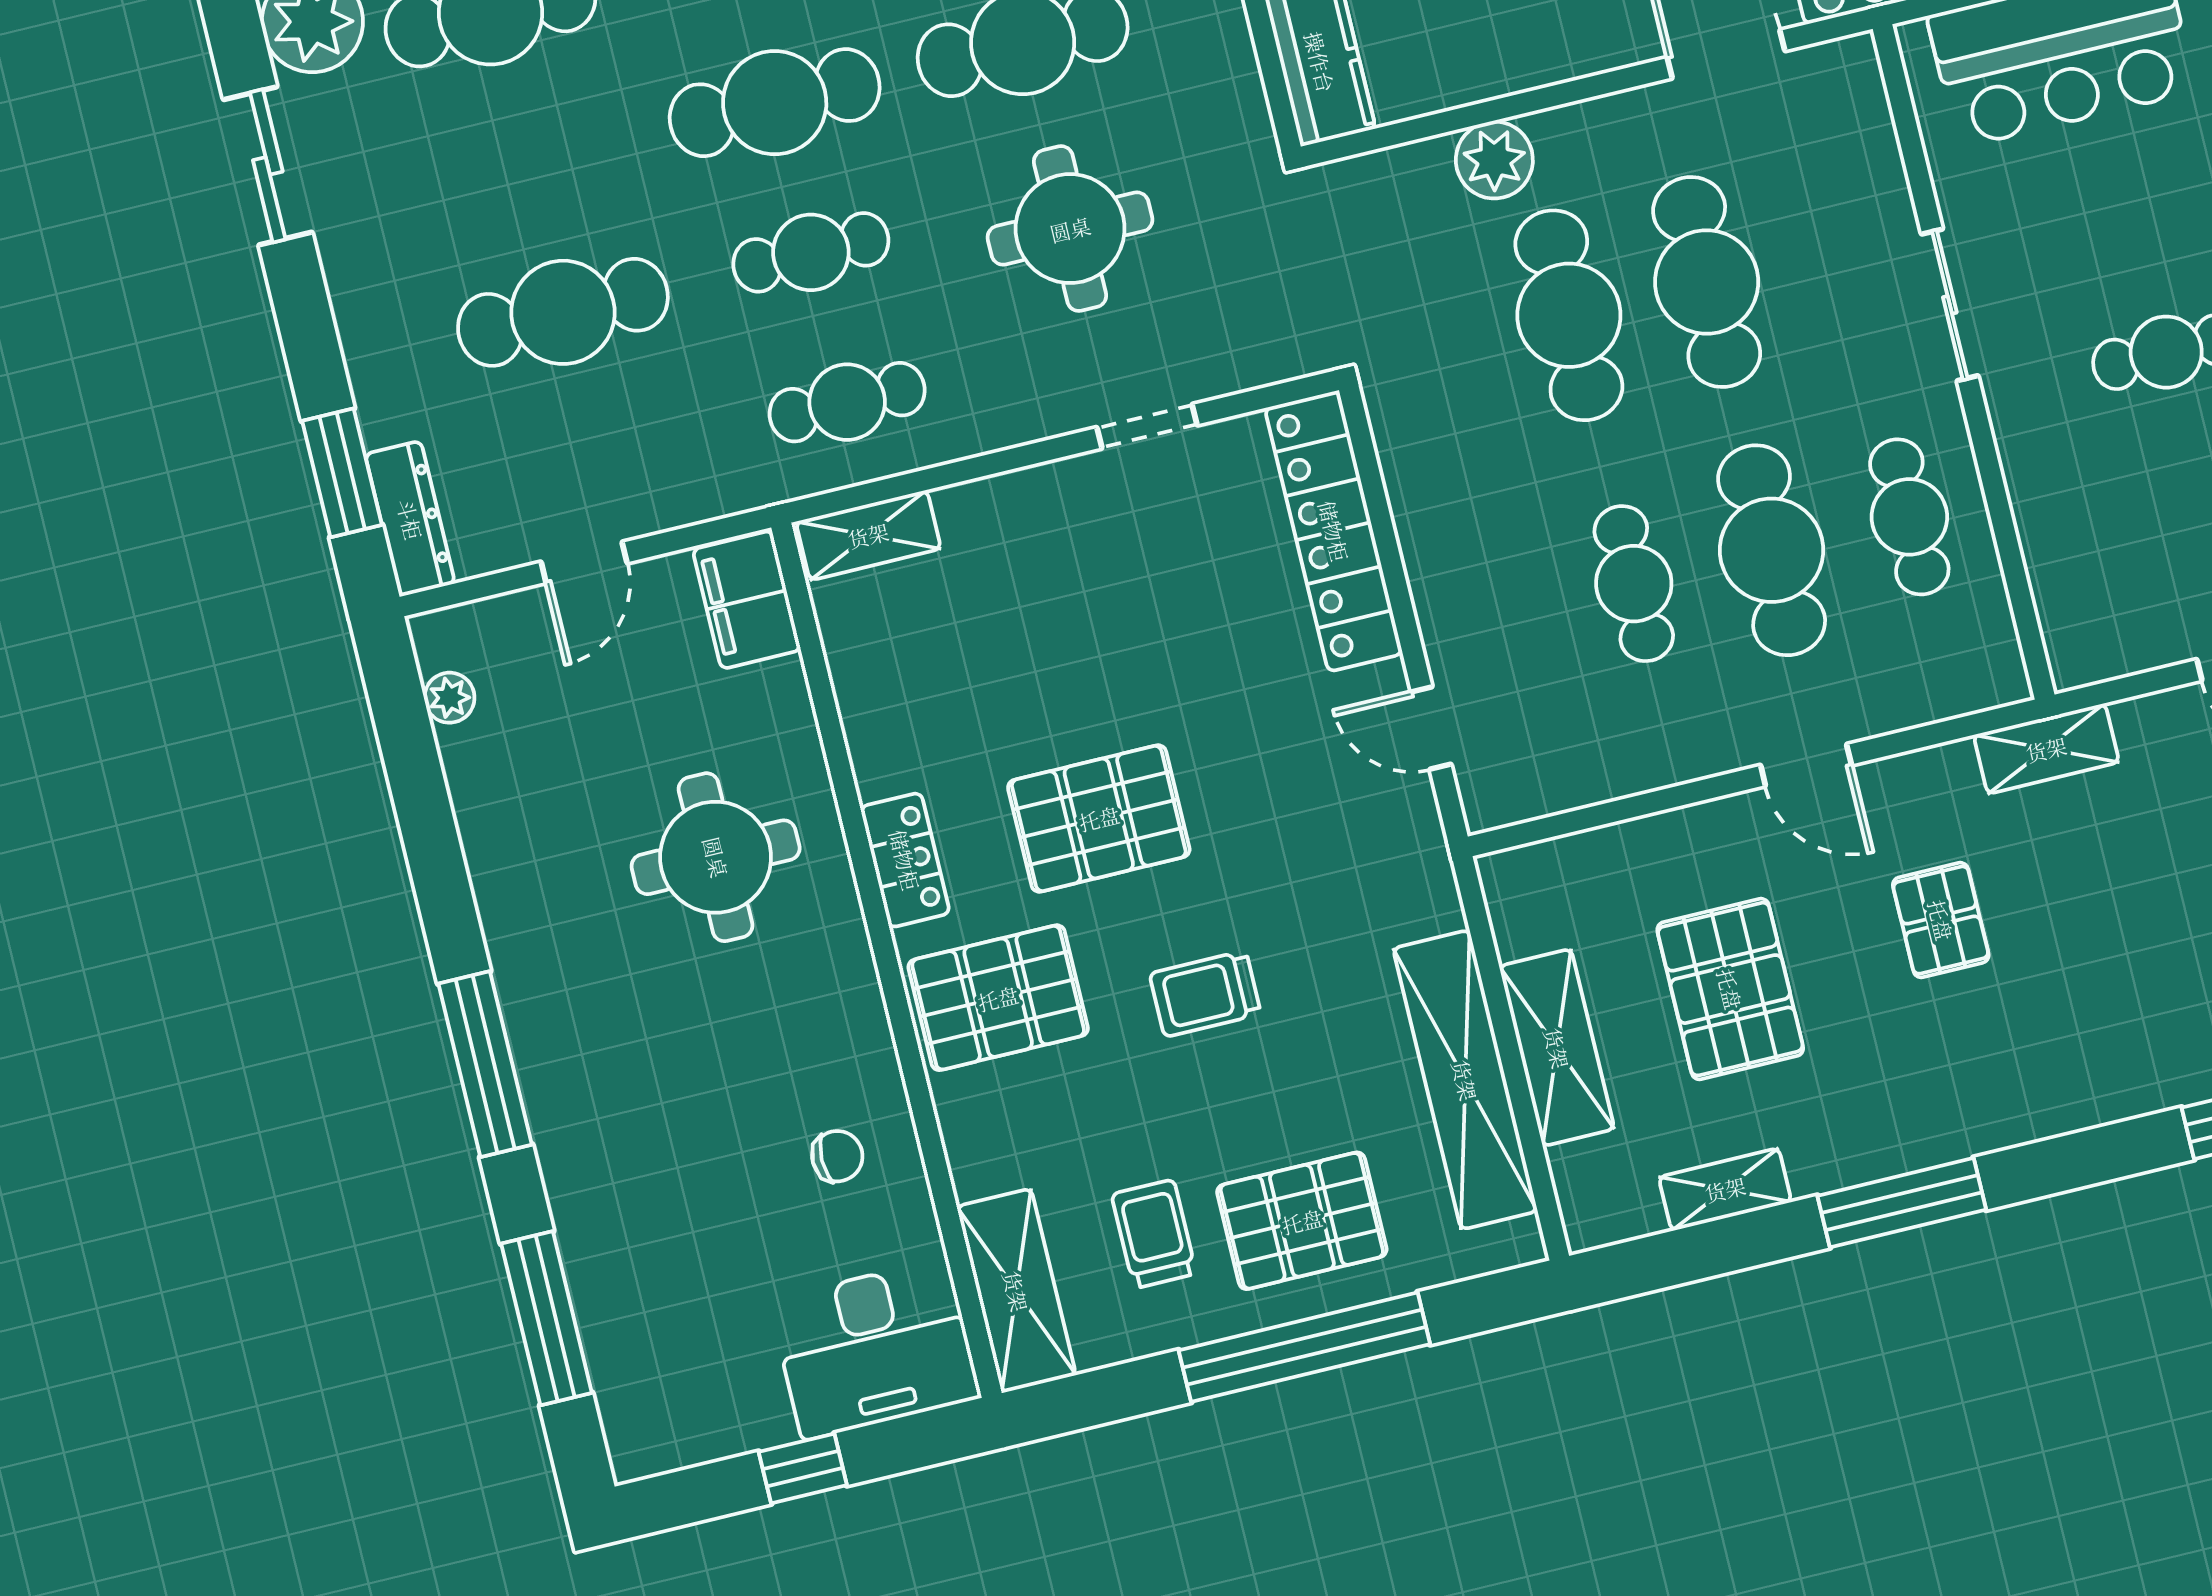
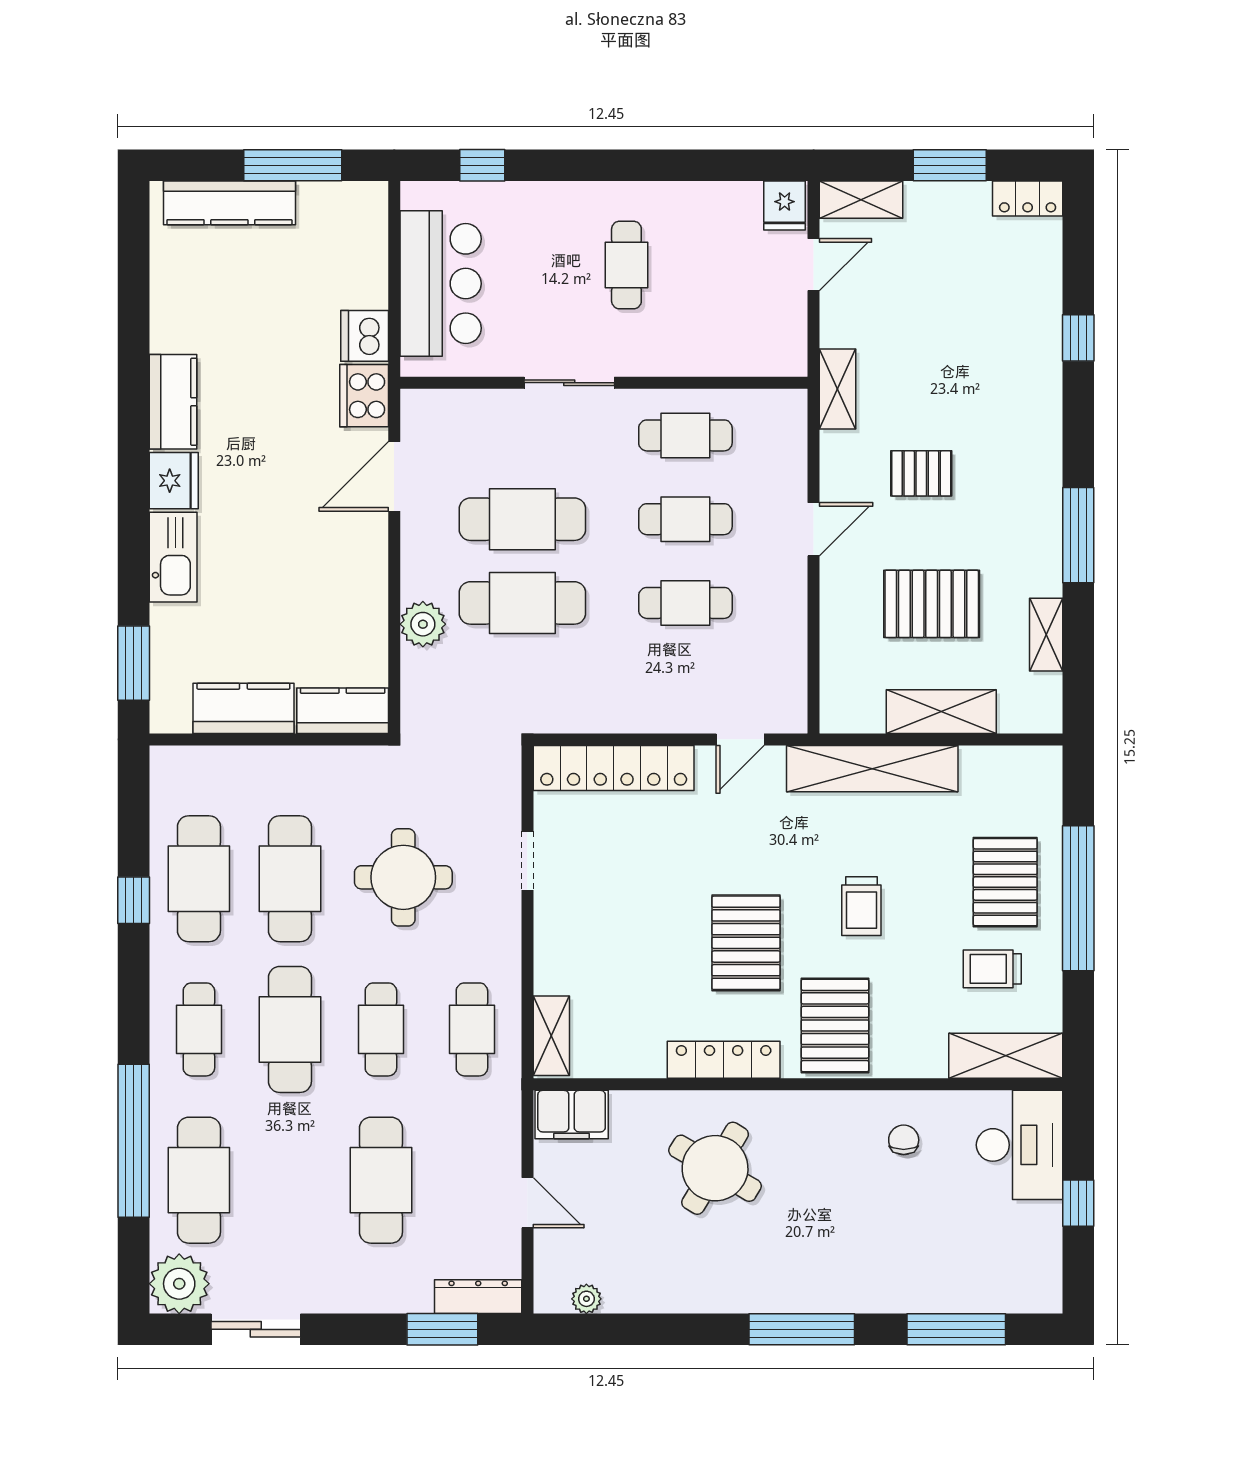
cafe table: (1772, 550) -> (685, 519), width x0.73, depth x0.74
round table: (716, 857) -> (715, 1168), turned 31
locker: (905, 860) -> (724, 1060), width x1.53
shelving: (1465, 1080) -> (872, 769), moved

